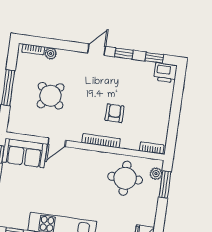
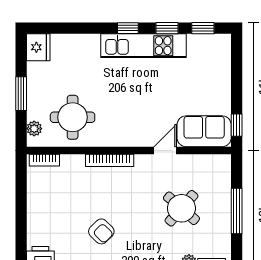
armchair: (115, 113) -> (101, 231), moved, turned -45
window: (165, 184) -> (21, 94), moved

